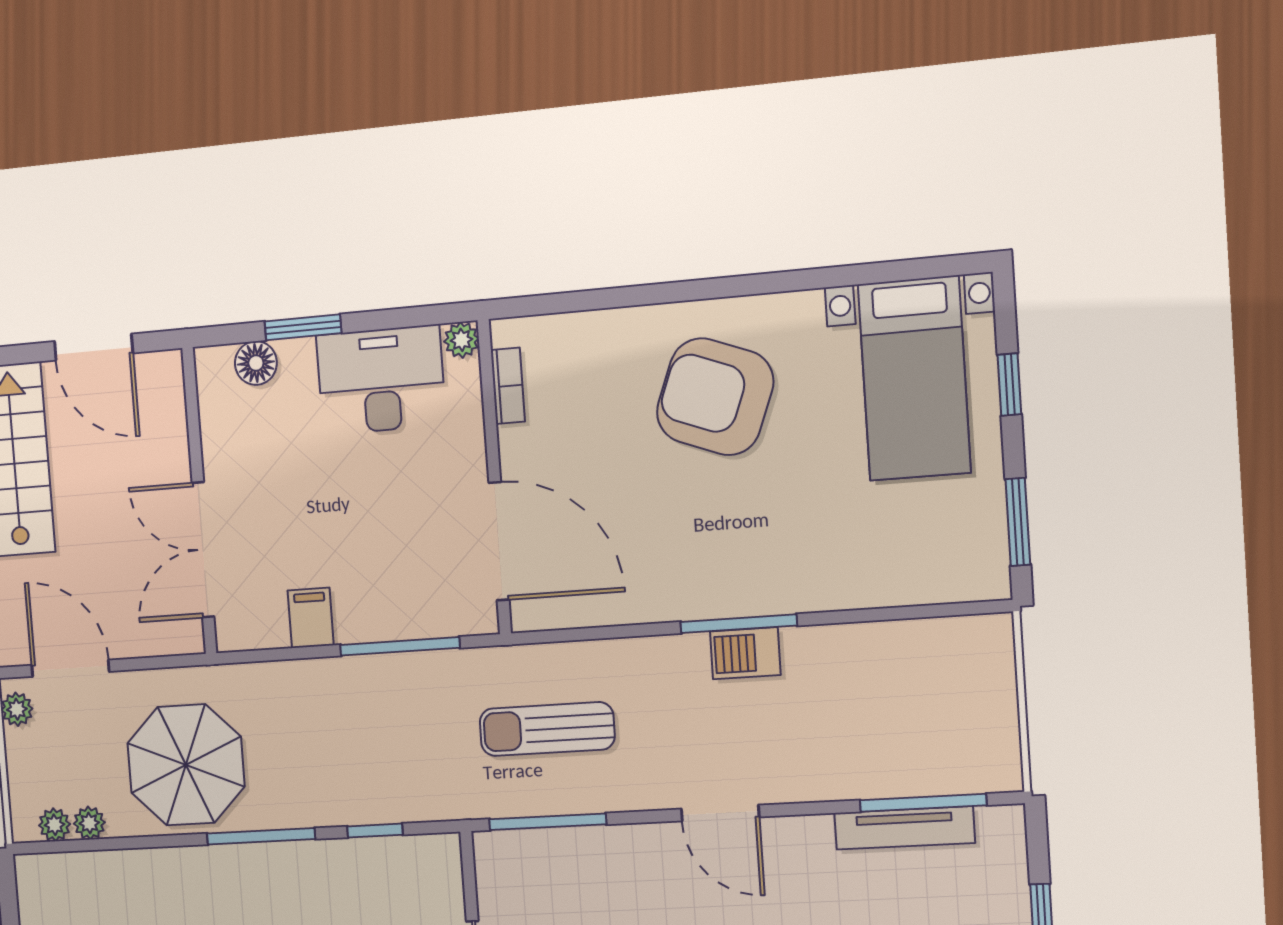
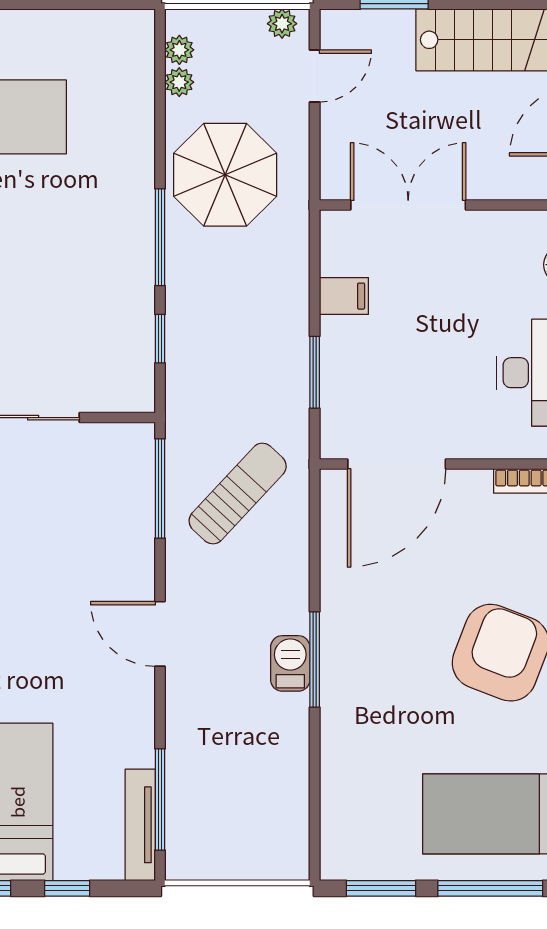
window: (1009, 385) -> (490, 888), width x2.17
window: (400, 646) -> (315, 372), width x0.69
door: (70, 668) -> (315, 76), width x0.73
sun lounger: (547, 729) -> (238, 494), turned 43
door: (720, 813) -> (160, 634), hinge flipped
tv unit: (904, 828) -> (140, 825), moved

